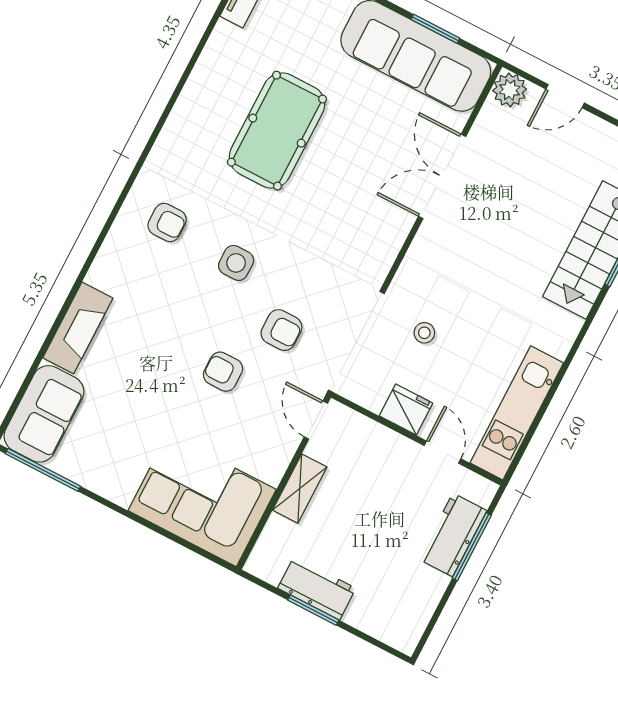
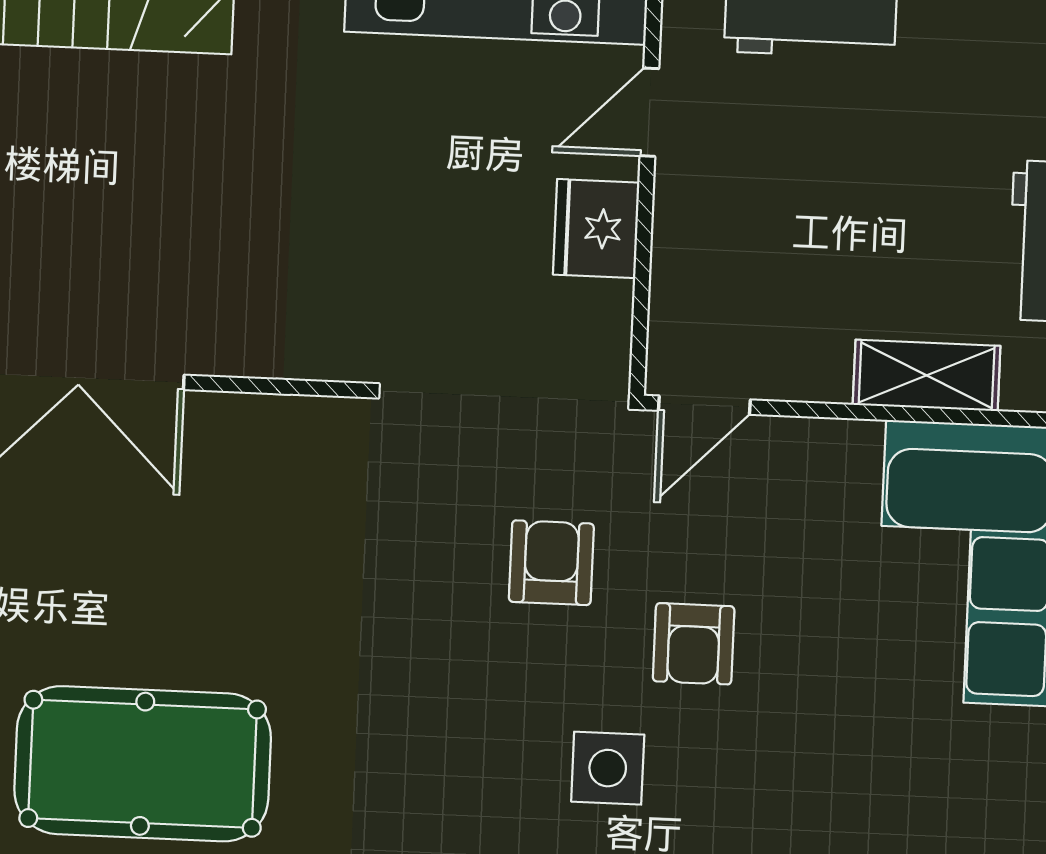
side table: (236, 263) -> (608, 768), moved
stool: (424, 333) -> (420, 264), removed
shelving: (300, 489) -> (927, 375), moved

